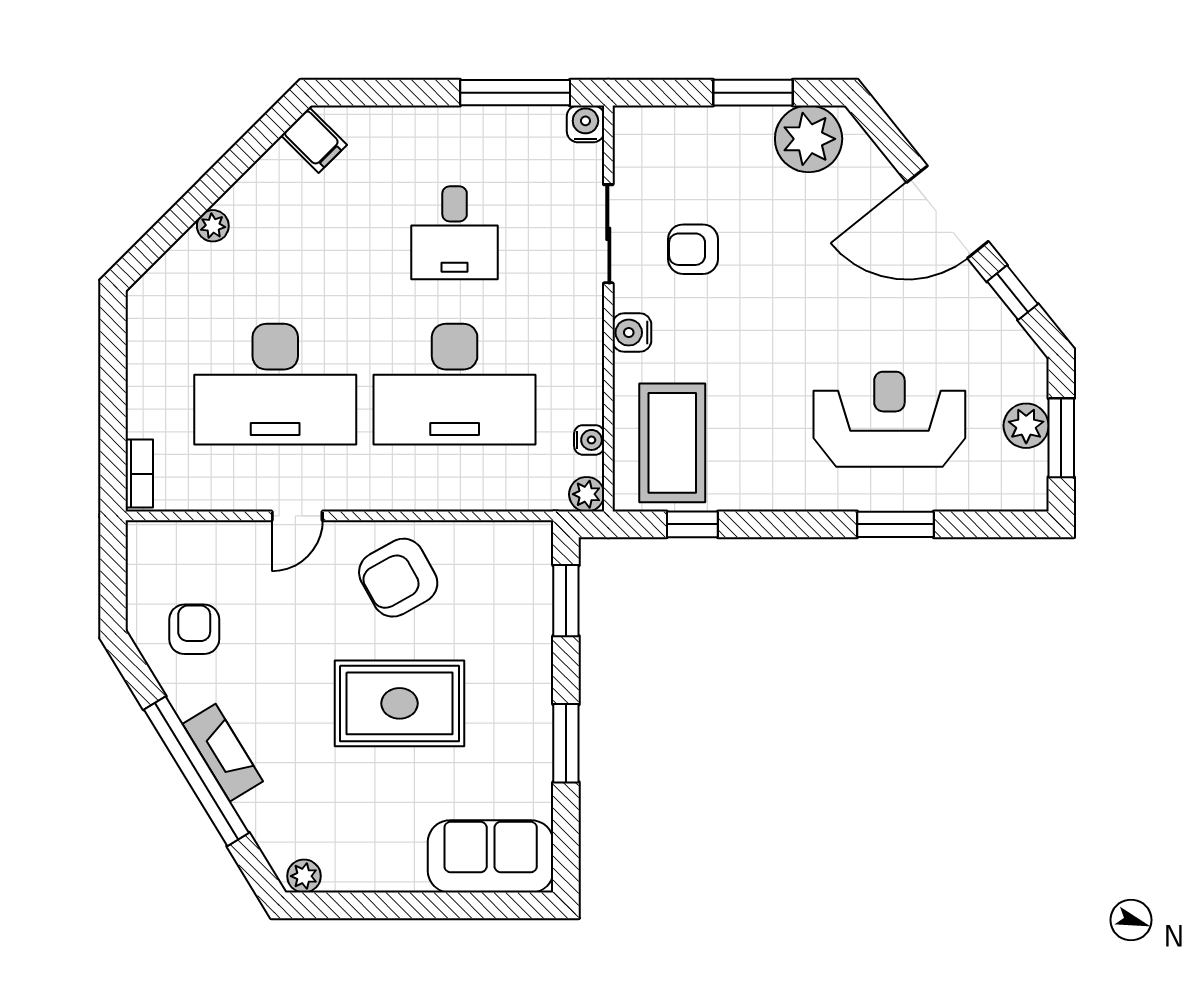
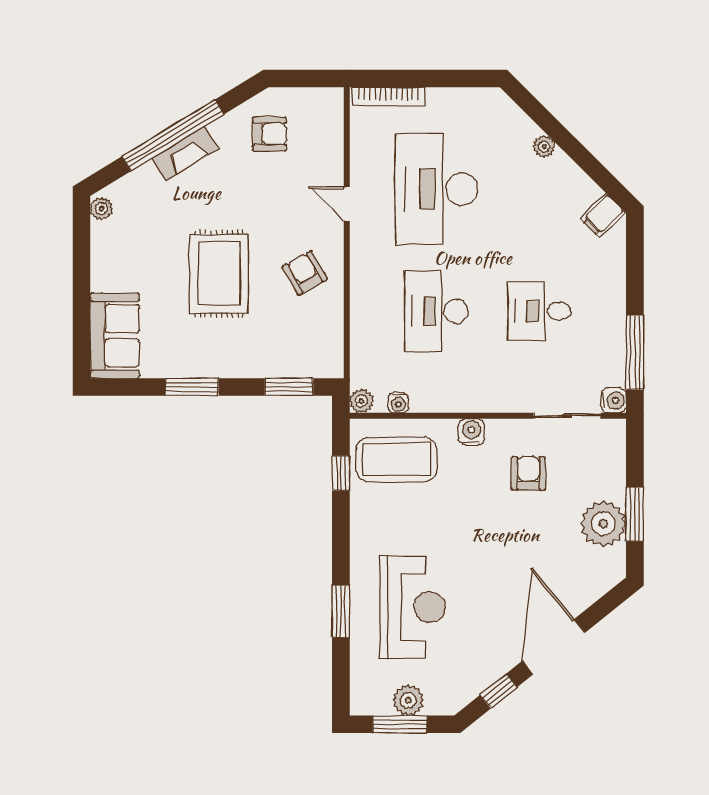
plant: (809, 139) -> (603, 524), moved
sliding door: (608, 234) -> (567, 416), moved
desk: (455, 384) -> (436, 311), width x0.73, depth x0.77
bookcase: (139, 474) -> (389, 97), width x1.56
armchair: (398, 578) -> (305, 273), width x0.72, depth x0.72

